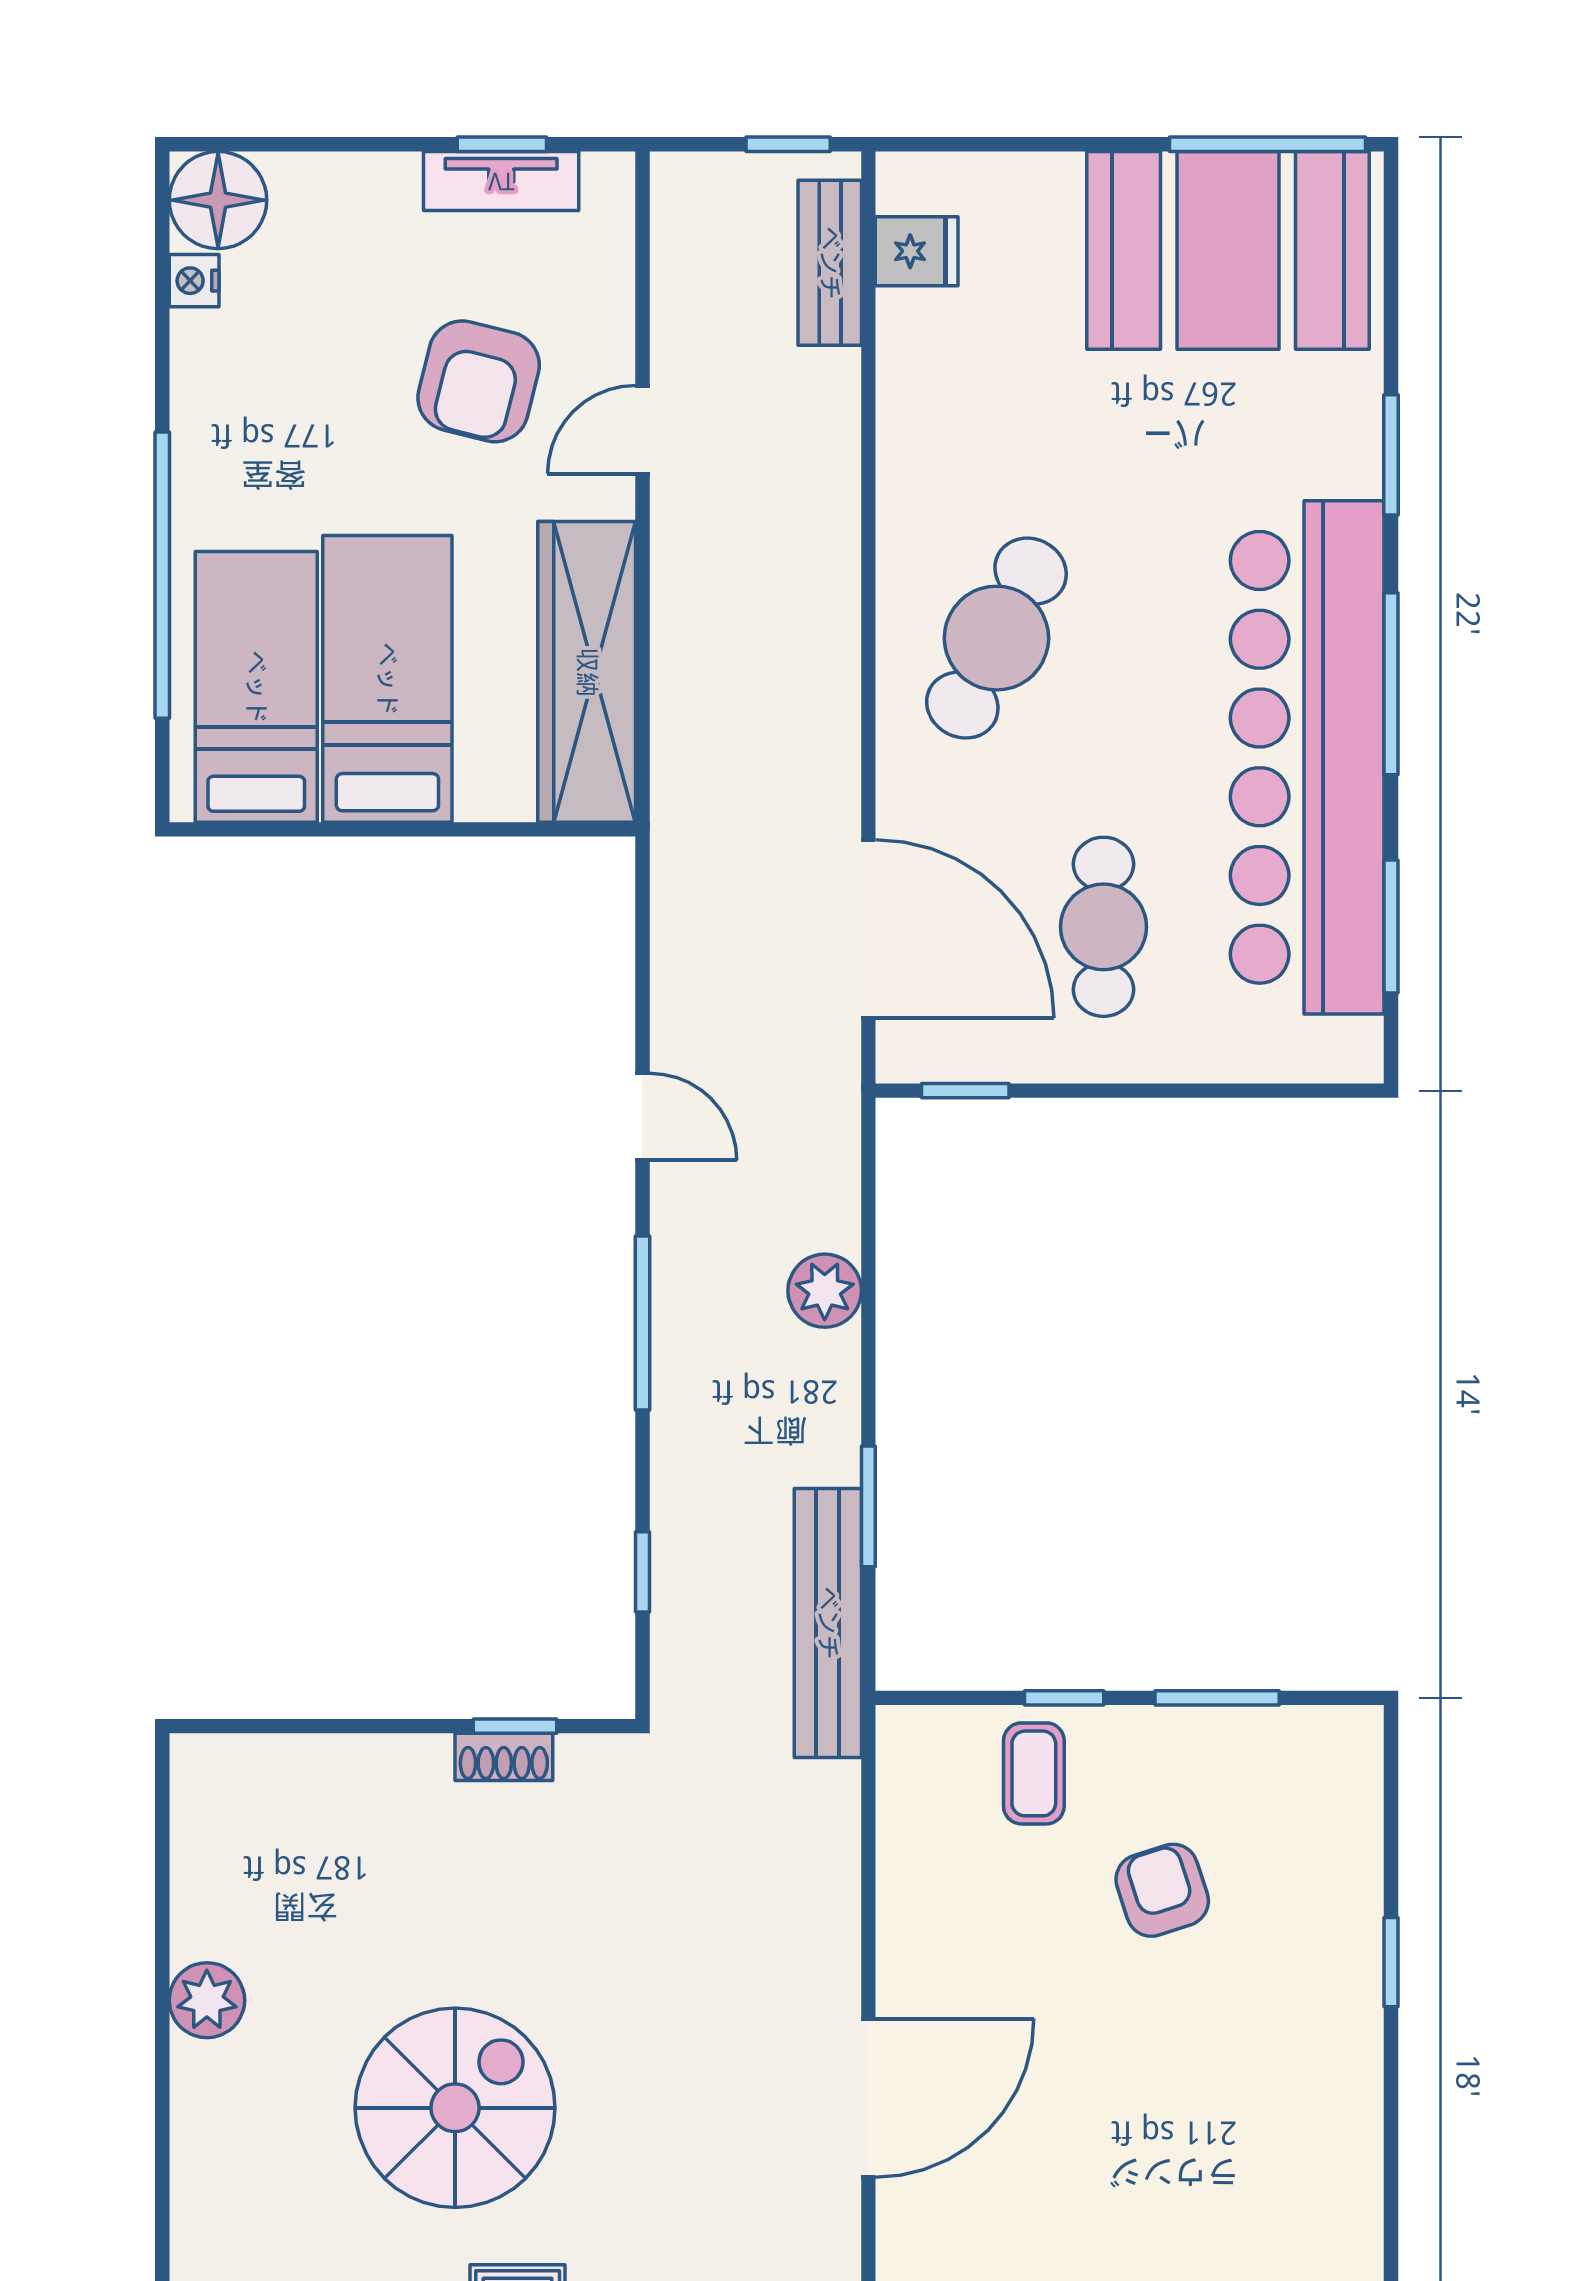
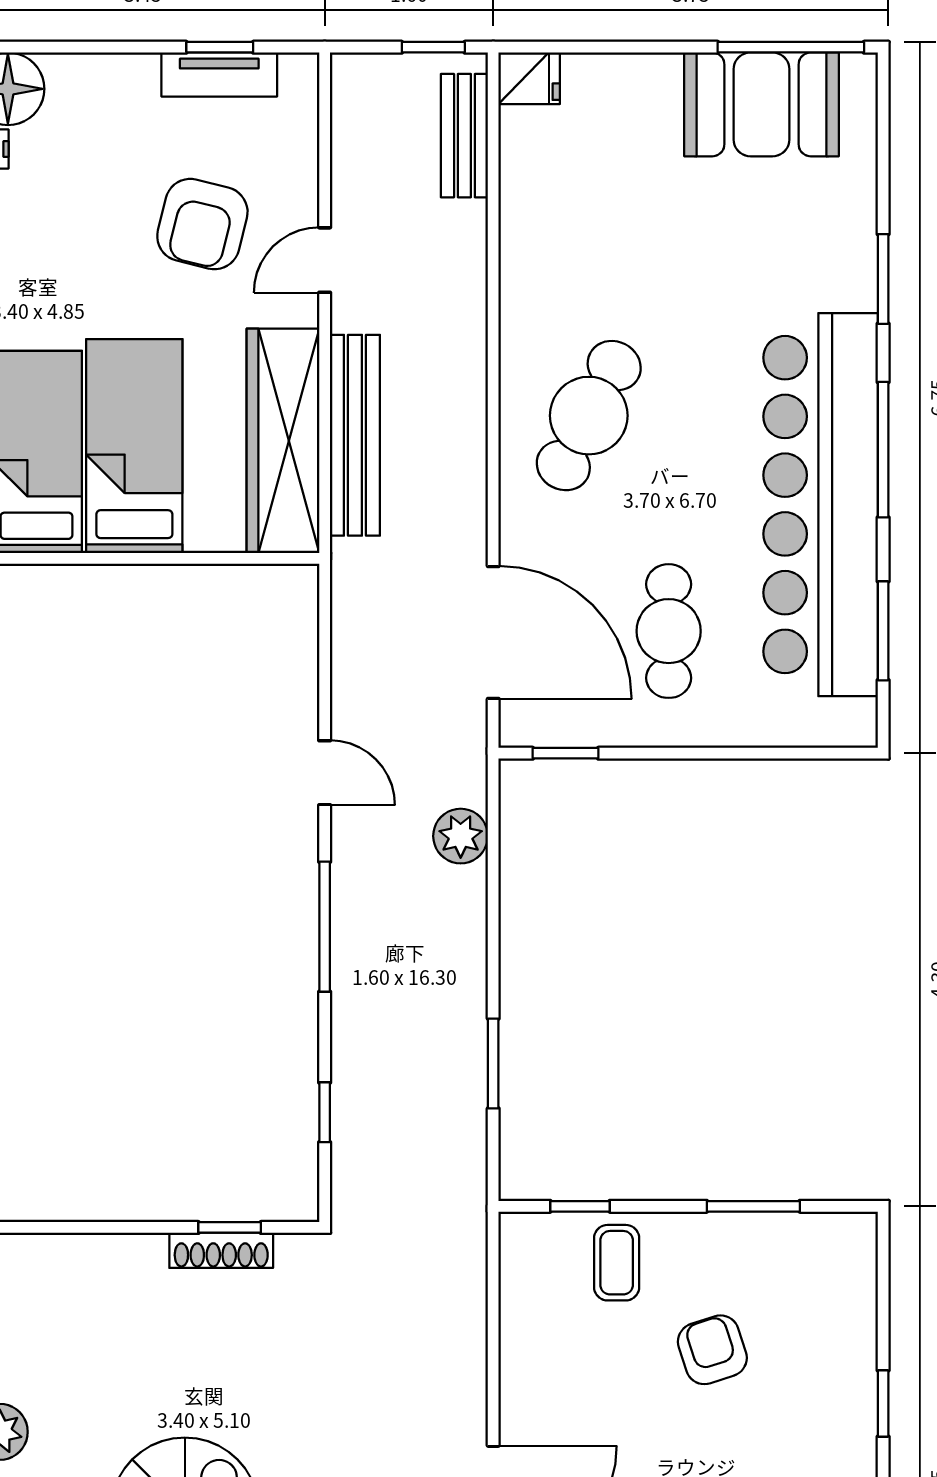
booth: (1228, 250) -> (761, 104), width x0.73, depth x0.70
fridge: (917, 251) -> (529, 78), moved
plant: (825, 1291) -> (461, 836), moved
bench: (828, 1623) -> (355, 435), moved
window: (1064, 1698) -> (580, 1206), moved
shoe rack: (504, 1757) -> (221, 1250), width x1.43

